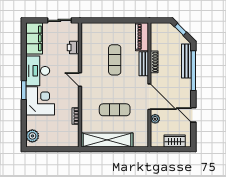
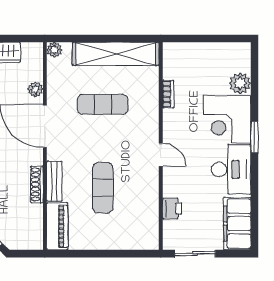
plant: (32, 136) -> (240, 83), moved
plant: (144, 142) -> (54, 50), added

